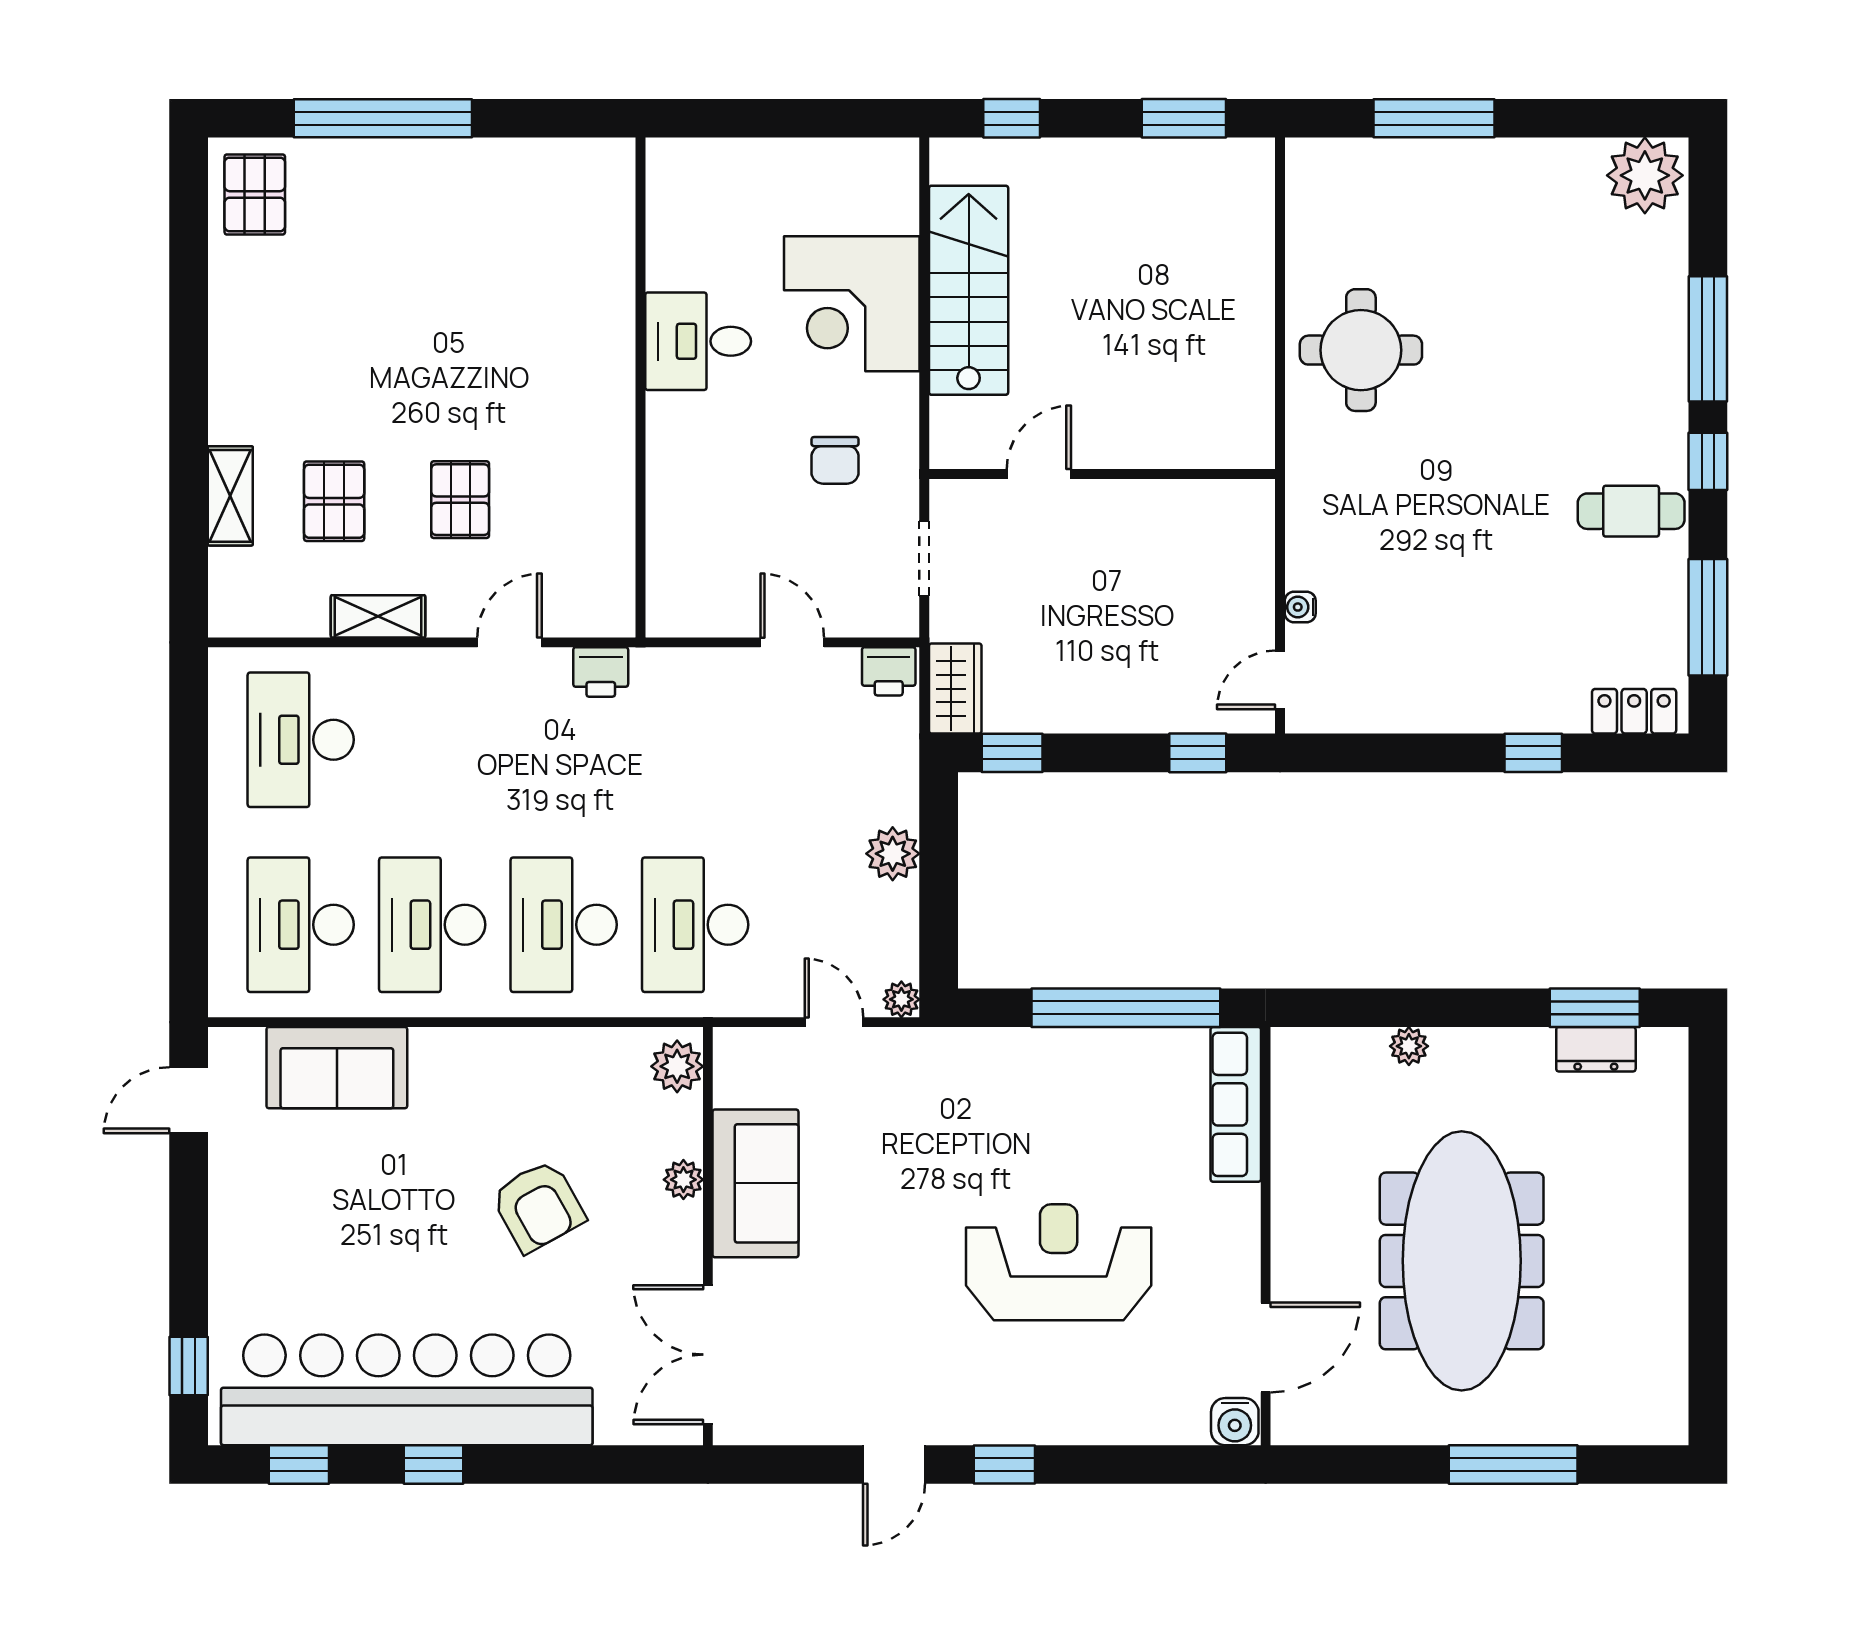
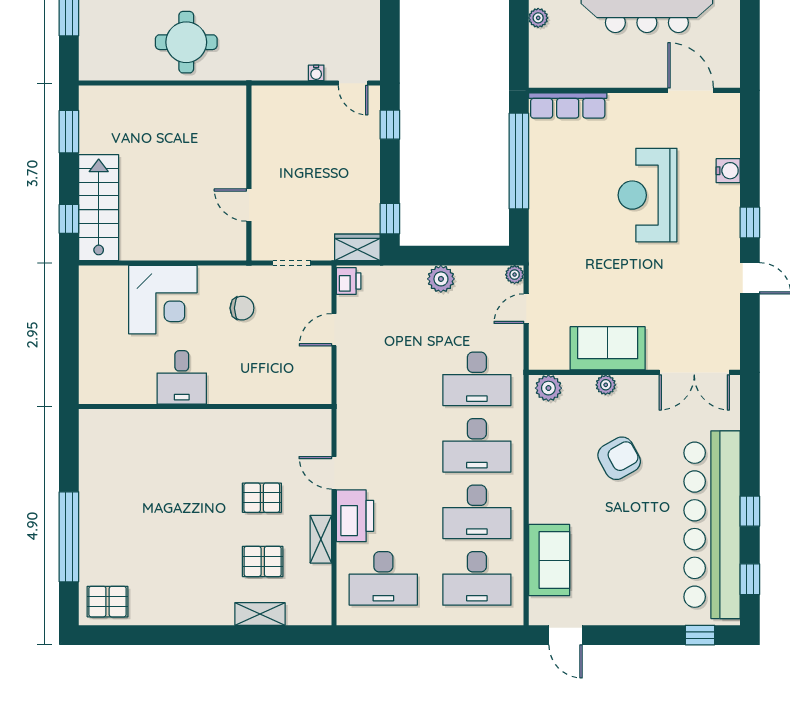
stairs: (969, 290) -> (99, 208), moved, turned 90
printer: (601, 672) -> (355, 516), moved, width x1.87, depth x1.48
water cooler: (1235, 1422) -> (728, 171), moved

